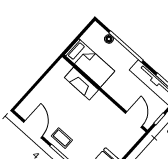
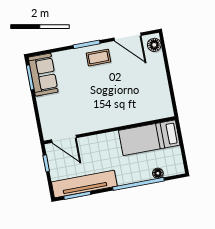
fireplace: (81, 84) -> (135, 115), removed
floor lamp: (25, 107) -> (154, 45), added

